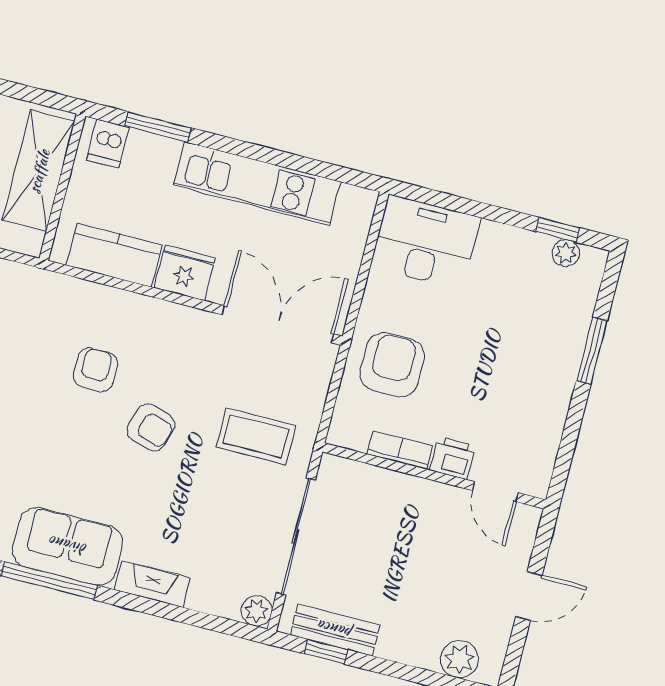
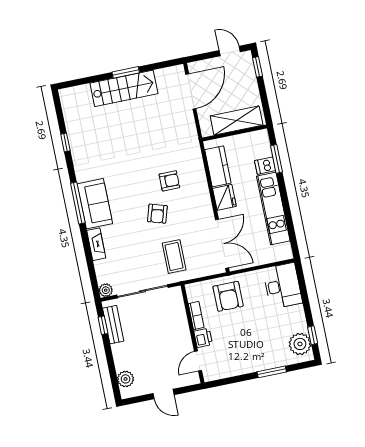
dishwasher: (108, 144) -> (265, 166), moved
plant: (566, 253) -> (300, 344), width x1.87, depth x1.87
armchair: (392, 365) -> (228, 296), turned 90

